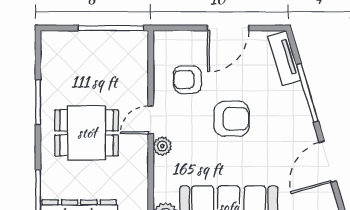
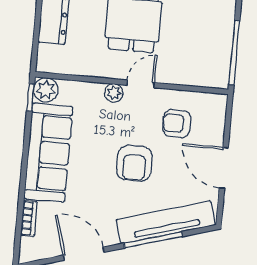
tv unit: (284, 58) -> (166, 222), width x1.92, depth x1.29
armchair: (187, 80) -> (177, 123), turned -90
door: (151, 120) -> (141, 84), hinge flipped

